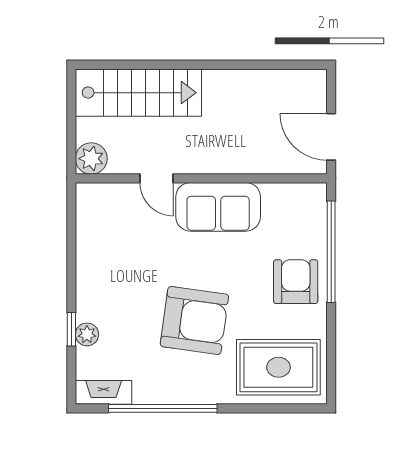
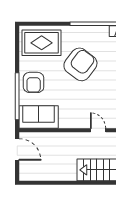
sofa: (218, 207) -> (39, 117), moved
armchair: (194, 320) -> (80, 64), turned 119

